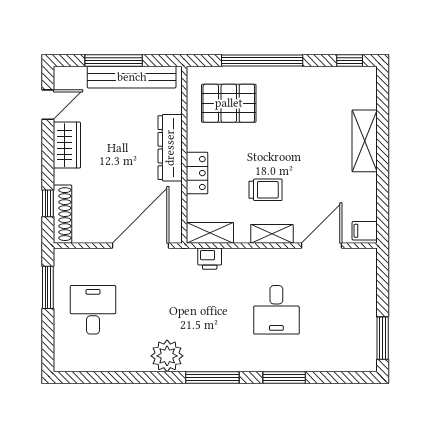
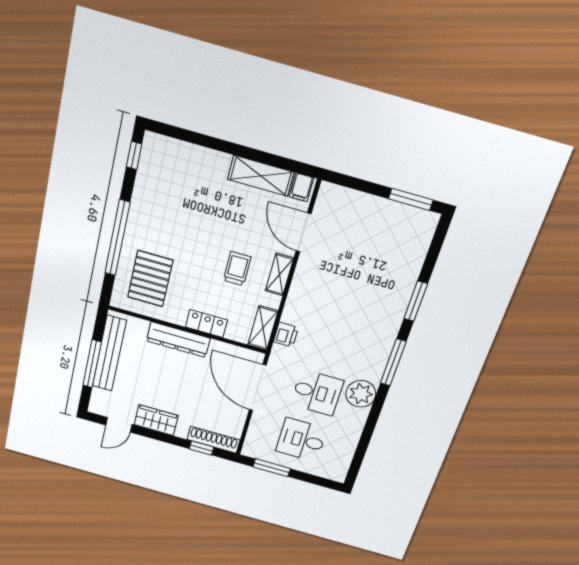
door: (48, 105) -> (119, 425), swing flipped
shelving: (365, 141) -> (261, 176), moved
desk: (276, 310) -> (317, 393), moved

